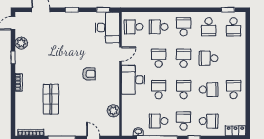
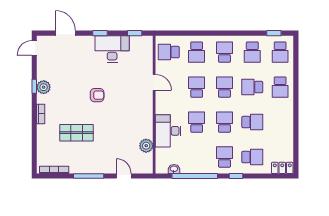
school desk: (159, 27) -> (197, 52), turned -90
desk: (107, 28) -> (112, 49), moved, turned -90
plant: (21, 43) -> (44, 87), moved
door: (121, 54) -> (154, 82), hinge flipped
armchair: (89, 74) -> (97, 95), moved
desk: (133, 80) -> (168, 131), moved
school desk: (234, 90) -> (280, 87), moved, turned 180
shop shelf: (51, 99) -> (76, 133), turned 90
school desk: (159, 121) -> (197, 157), removed

